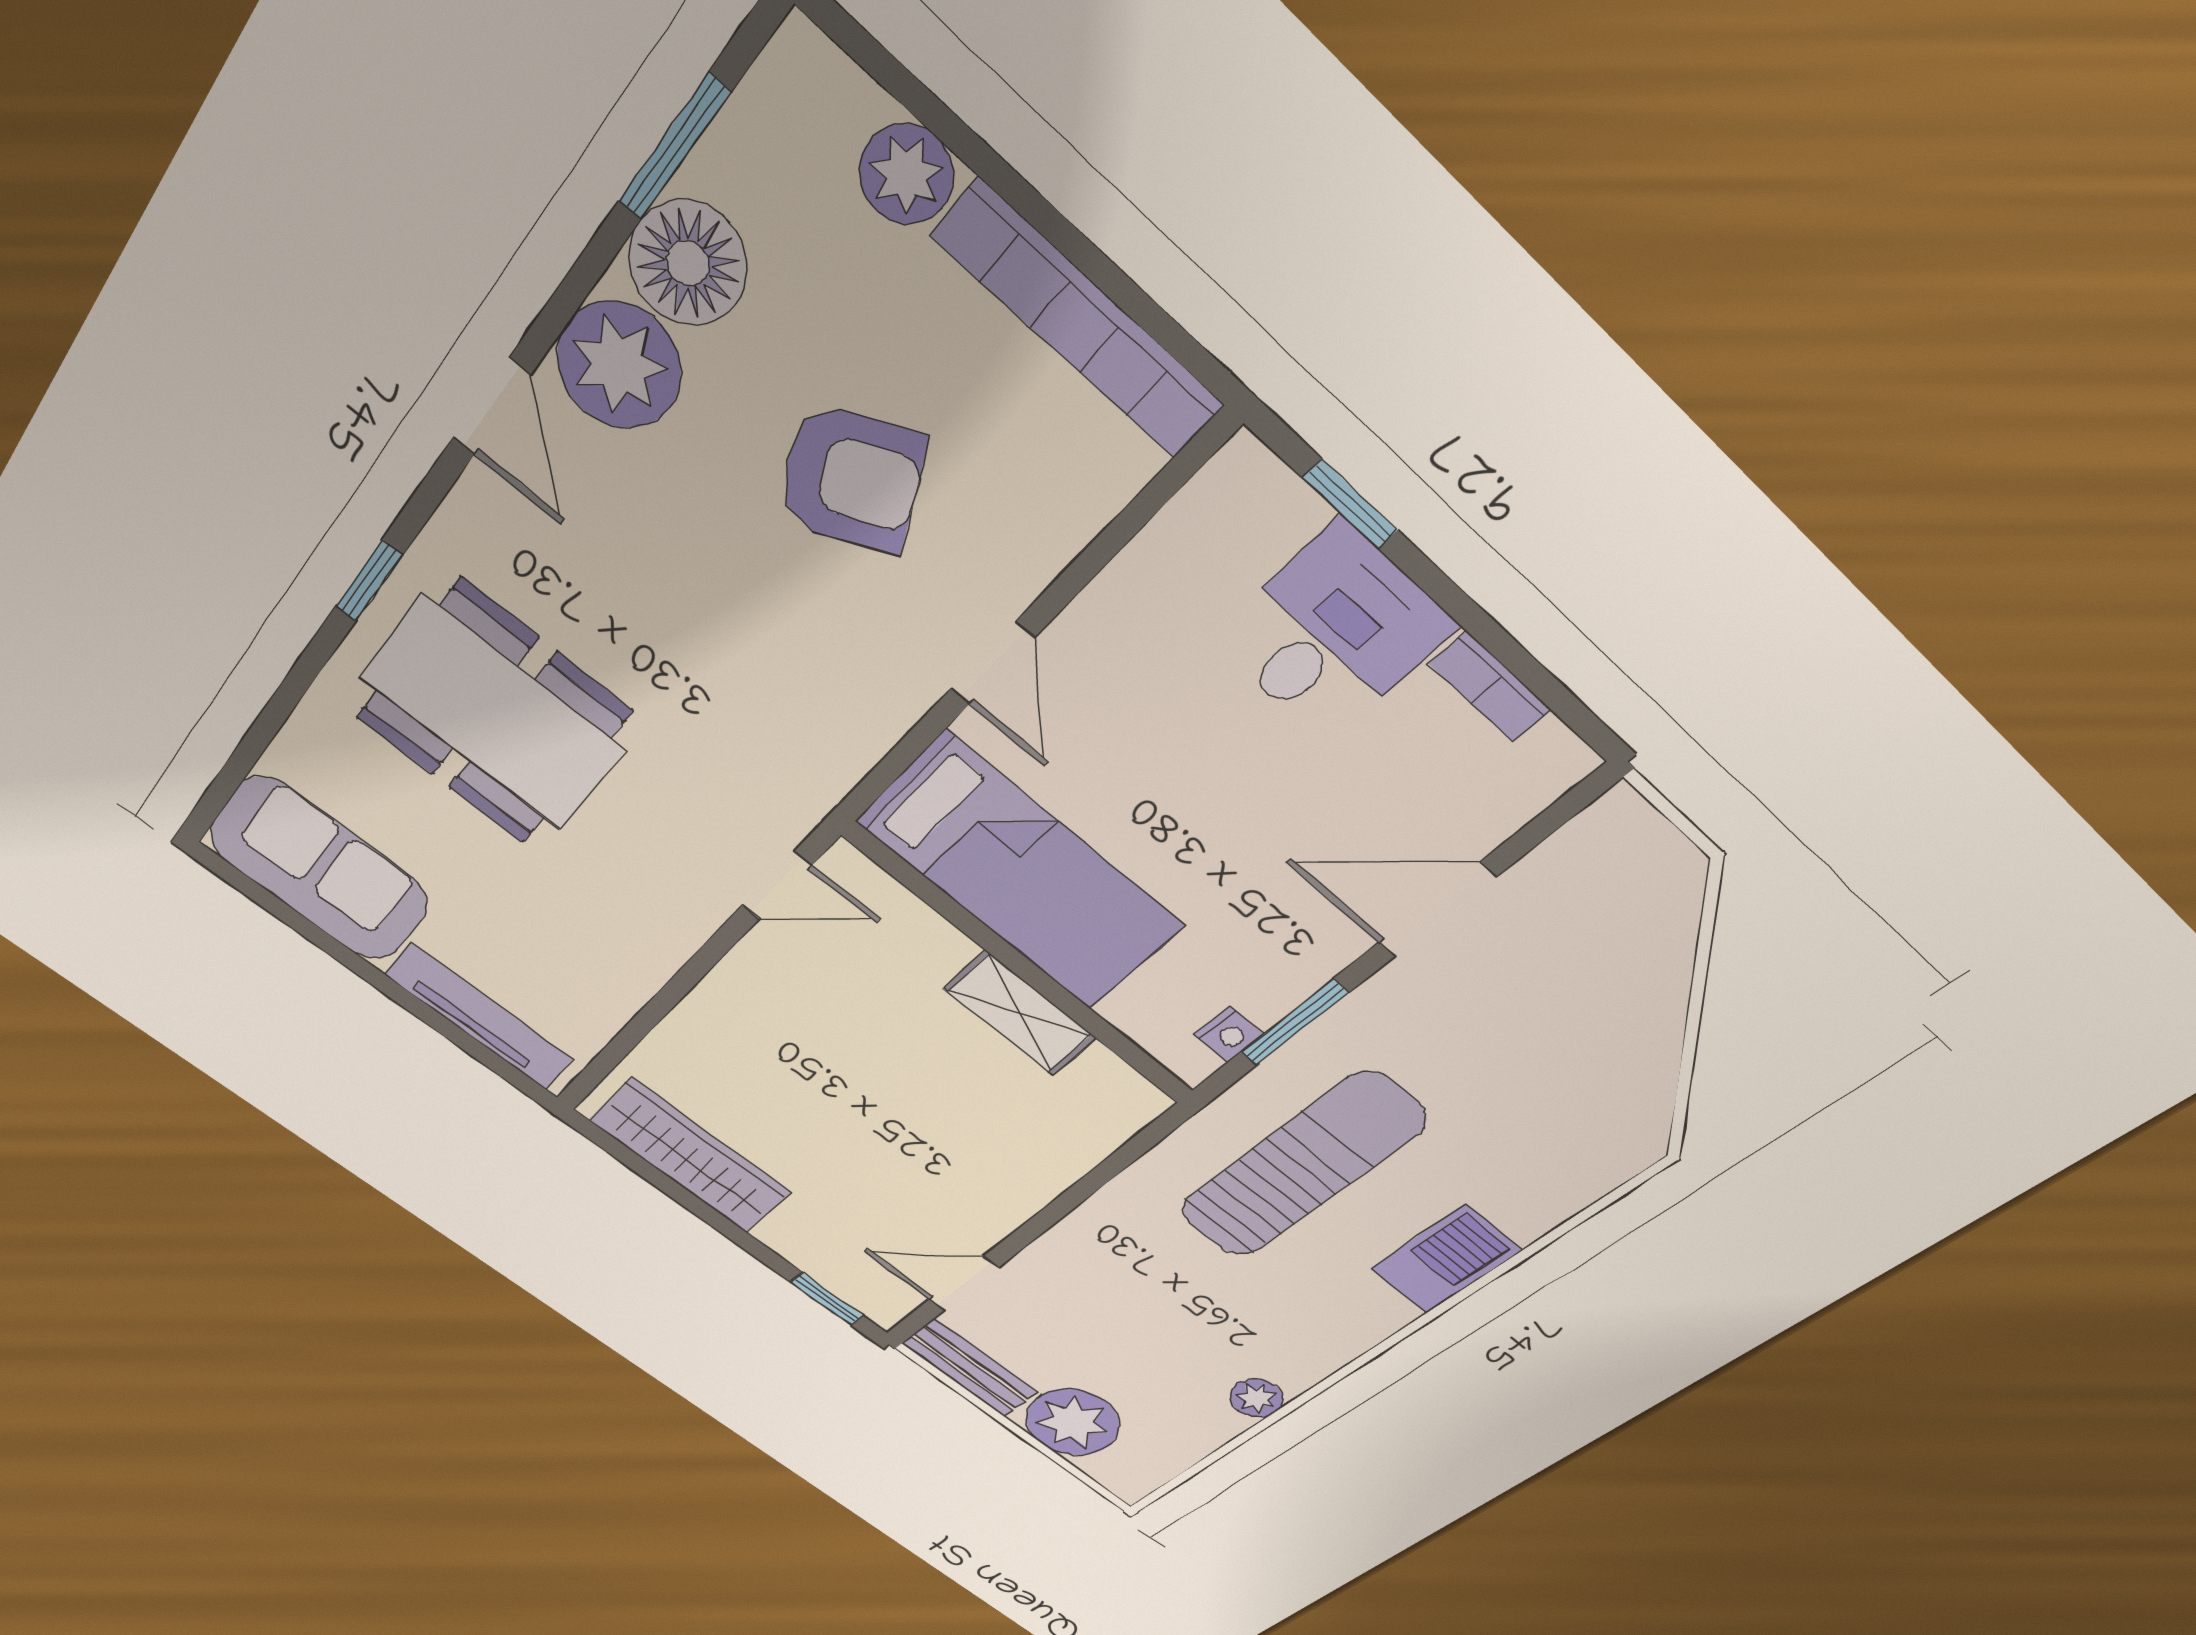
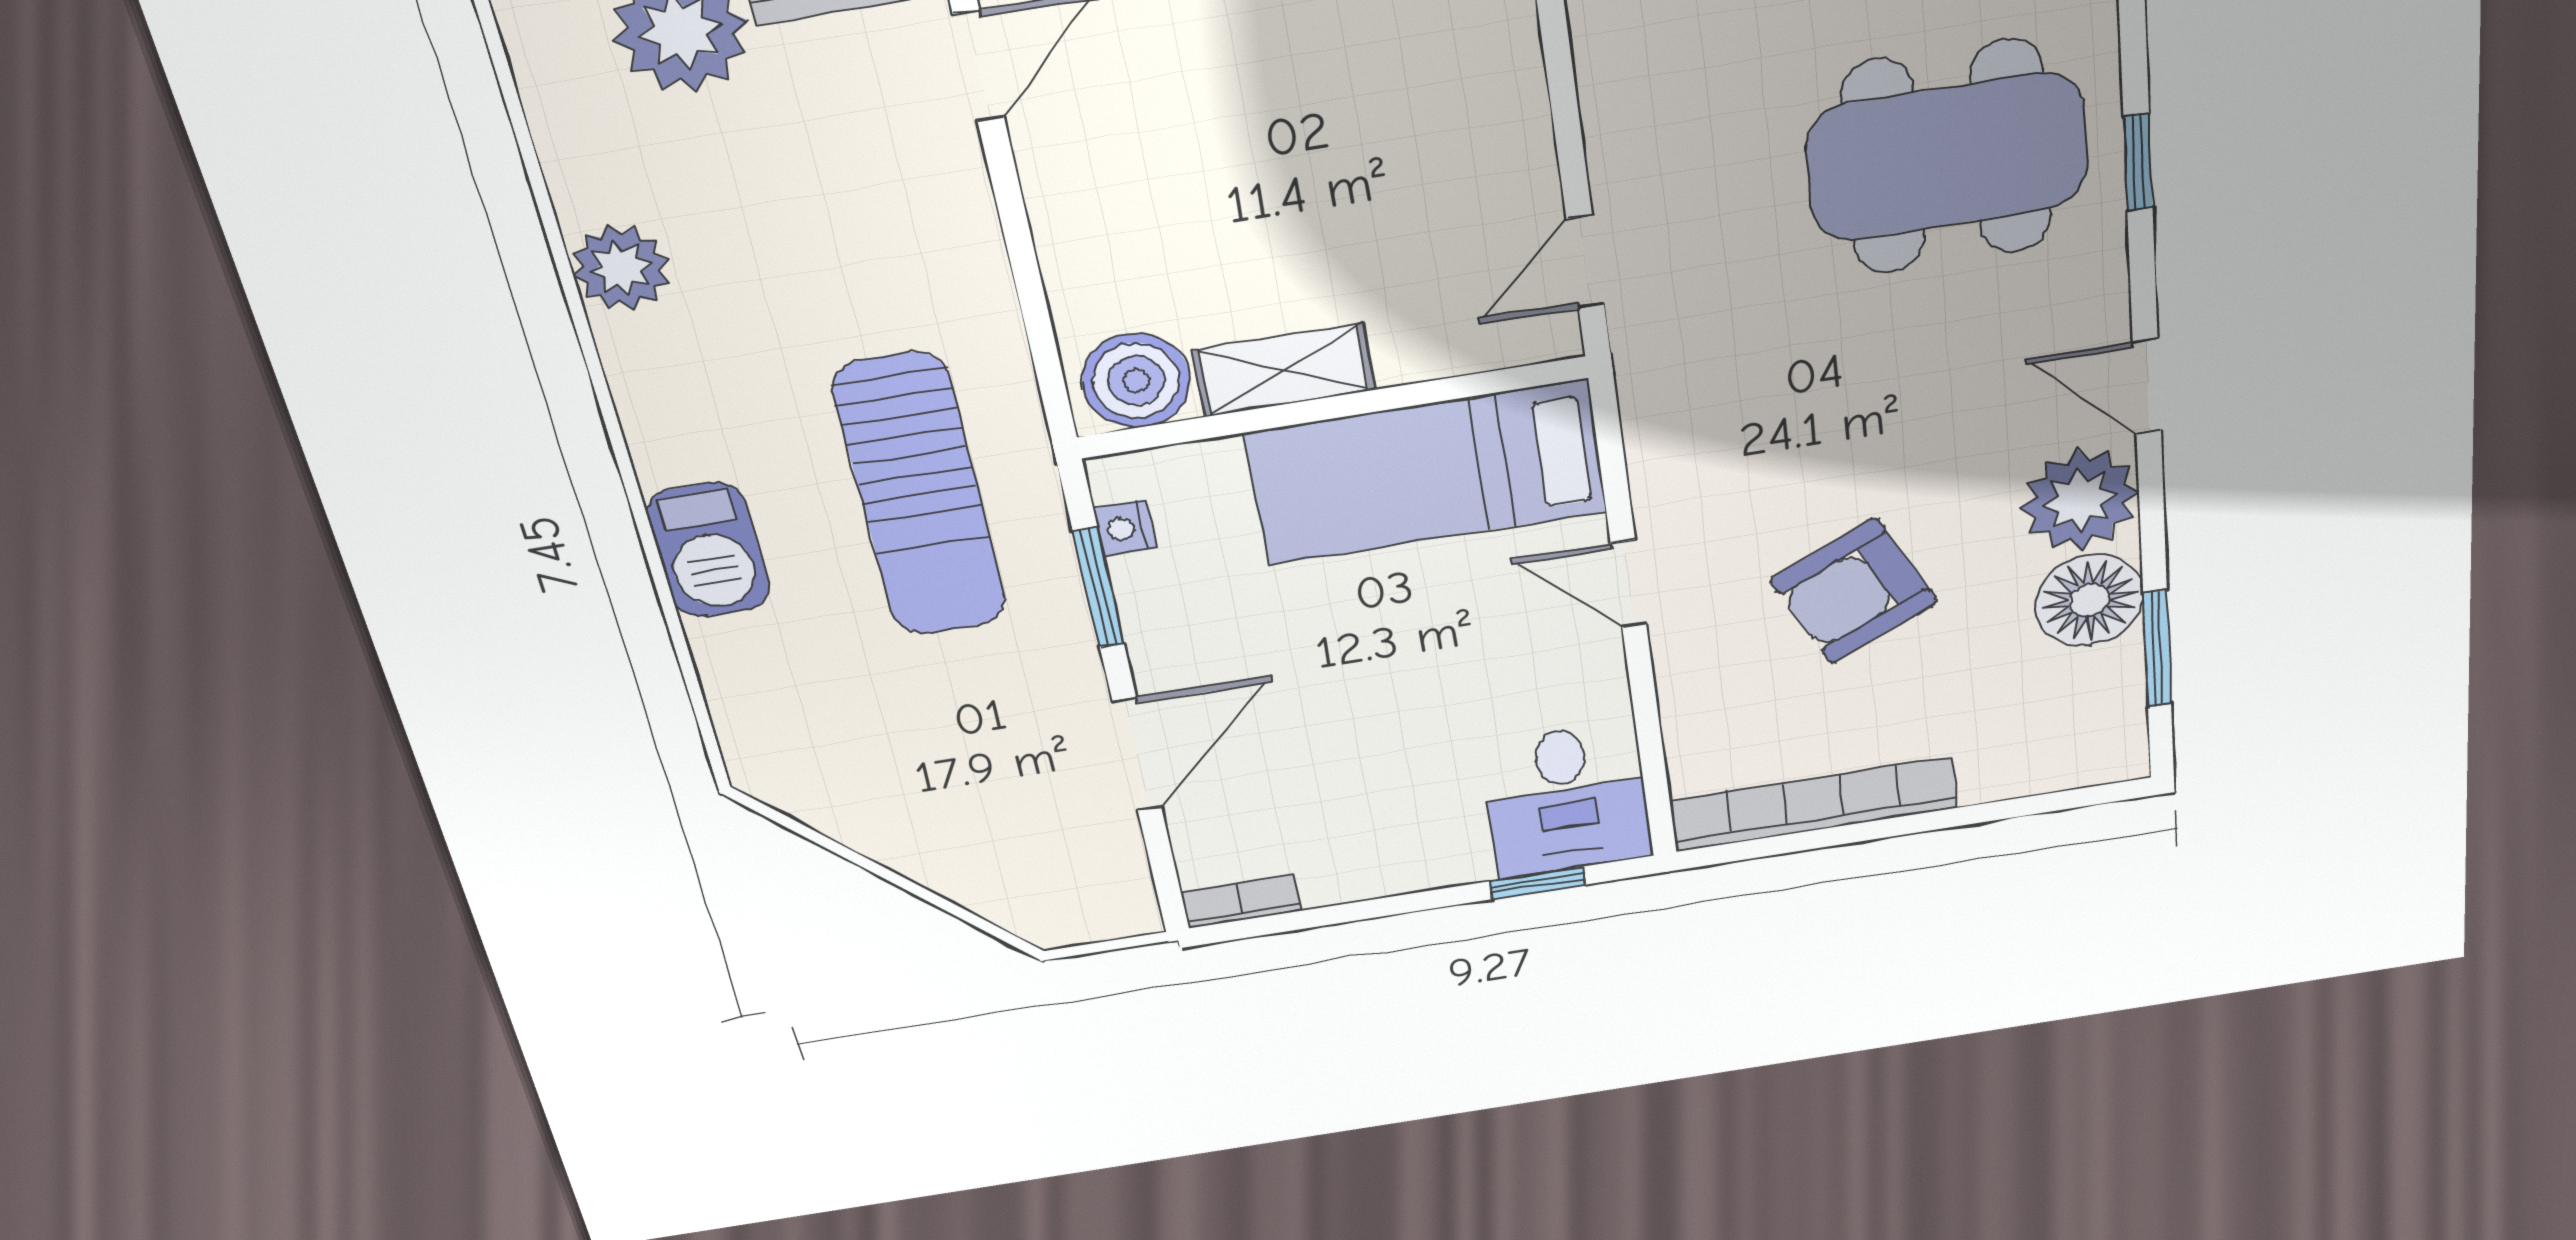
plant: (906, 174) -> (2000, 769), removed
desk: (1333, 633) -> (1566, 800), moved
bookcase: (1490, 687) -> (1241, 902), moved
boiler: (1103, 1093) -> (1136, 381), added
plant: (1257, 1398) -> (621, 268), width x1.38, depth x1.38

